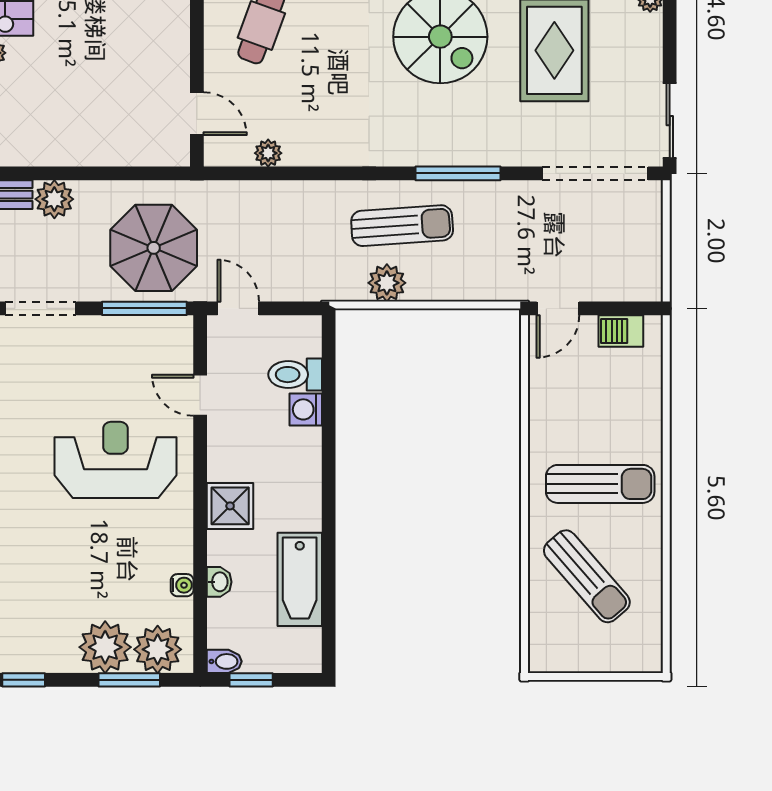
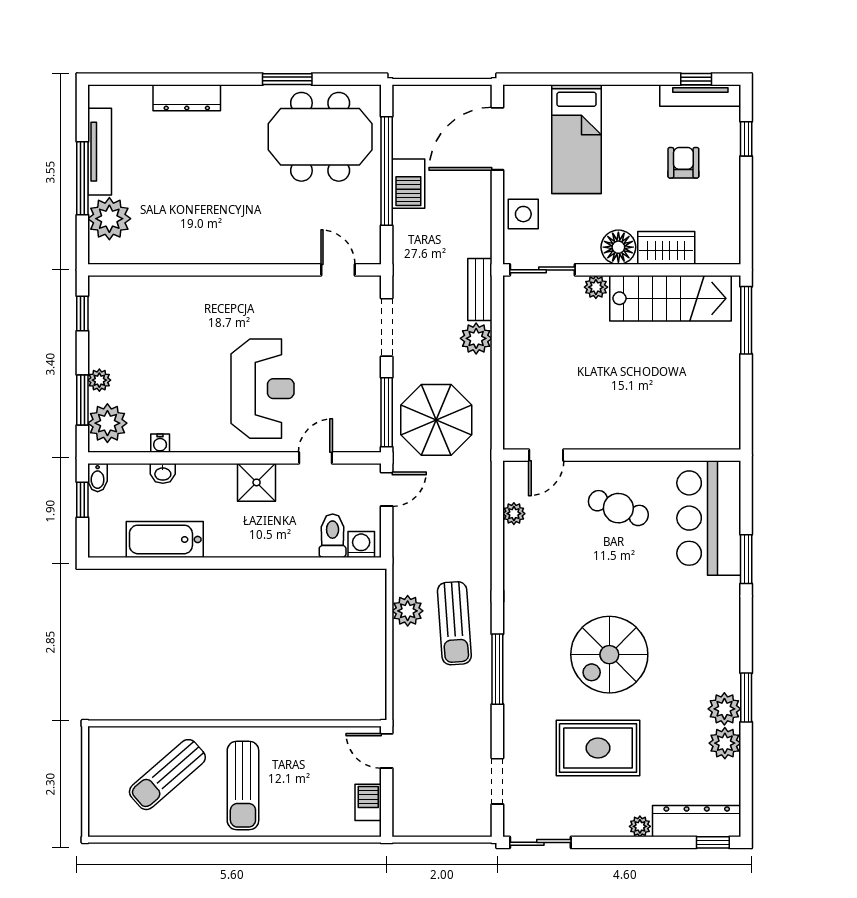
doorway: (595, 173) -> (497, 781), width x0.53
washing machine: (306, 409) -> (361, 544), moved
shower: (230, 506) -> (257, 482), moved
plant: (105, 647) -> (99, 380), width x0.53, depth x0.53

